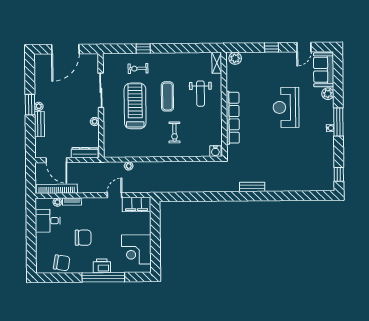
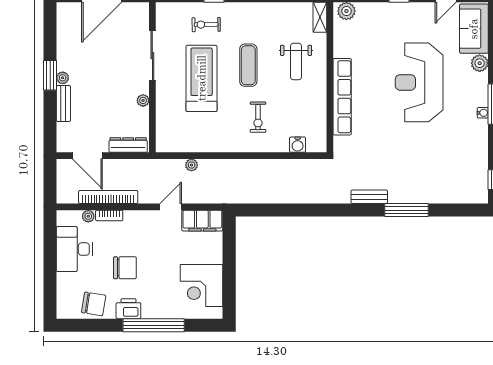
reception desk: (286, 107) -> (419, 82), width x1.36, depth x1.30
water cooler: (215, 151) -> (298, 145), moved
bookcase: (57, 189) -> (108, 197), moved
window: (278, 196) -> (407, 210), added
desk: (48, 221) -> (74, 249), width x1.37
printer: (102, 266) -> (128, 309), moved

